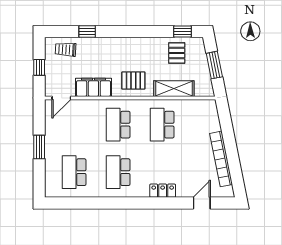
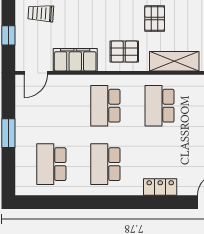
pallet: (177, 53) -> (155, 19), moved

